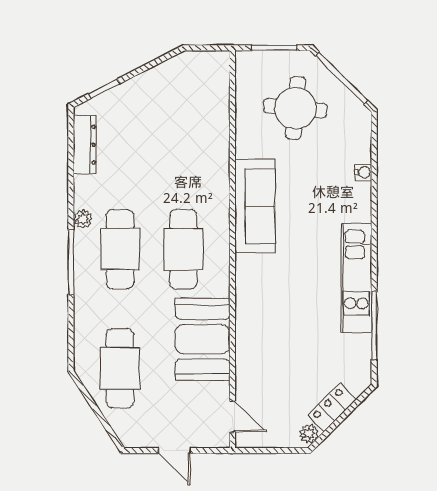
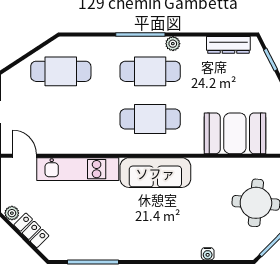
sofa: (255, 206) -> (155, 173), moved
kitchen unit: (356, 278) -> (78, 169), moved, turned 180
booth: (203, 339) -> (235, 133), moved
door: (232, 417) -> (25, 156), swing flipped

